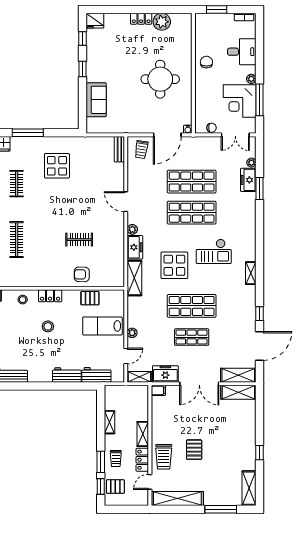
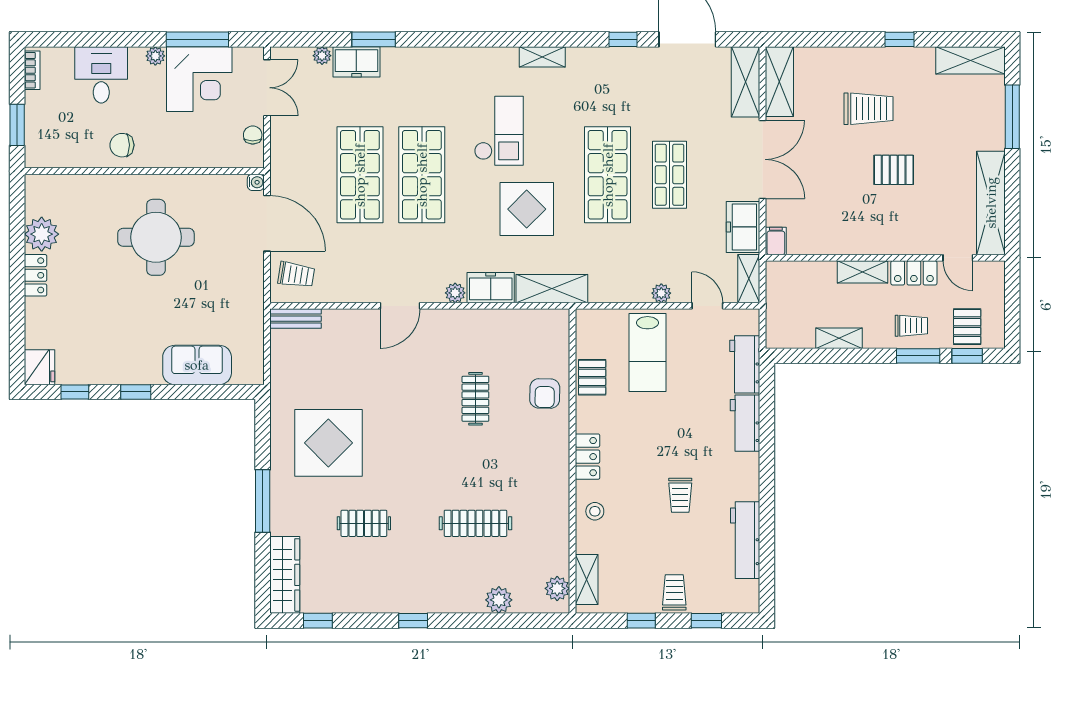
display table: (57, 166) -> (328, 443), width x1.36, depth x1.36
stool: (48, 326) -> (648, 461), removed
trolley: (31, 342) -> (680, 495), added
trolley: (164, 457) -> (868, 109), moved

